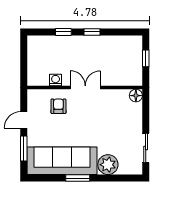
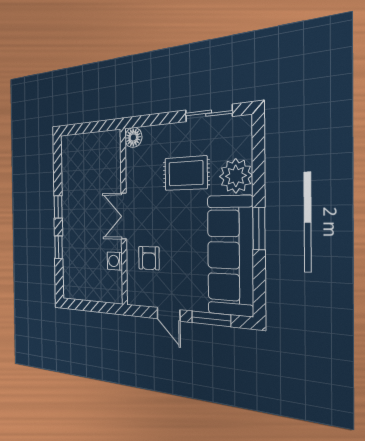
window: (146, 58) -> (87, 128), removed
armchair: (58, 106) -> (149, 258), turned -90
rug: (111, 133) -> (186, 173), added

